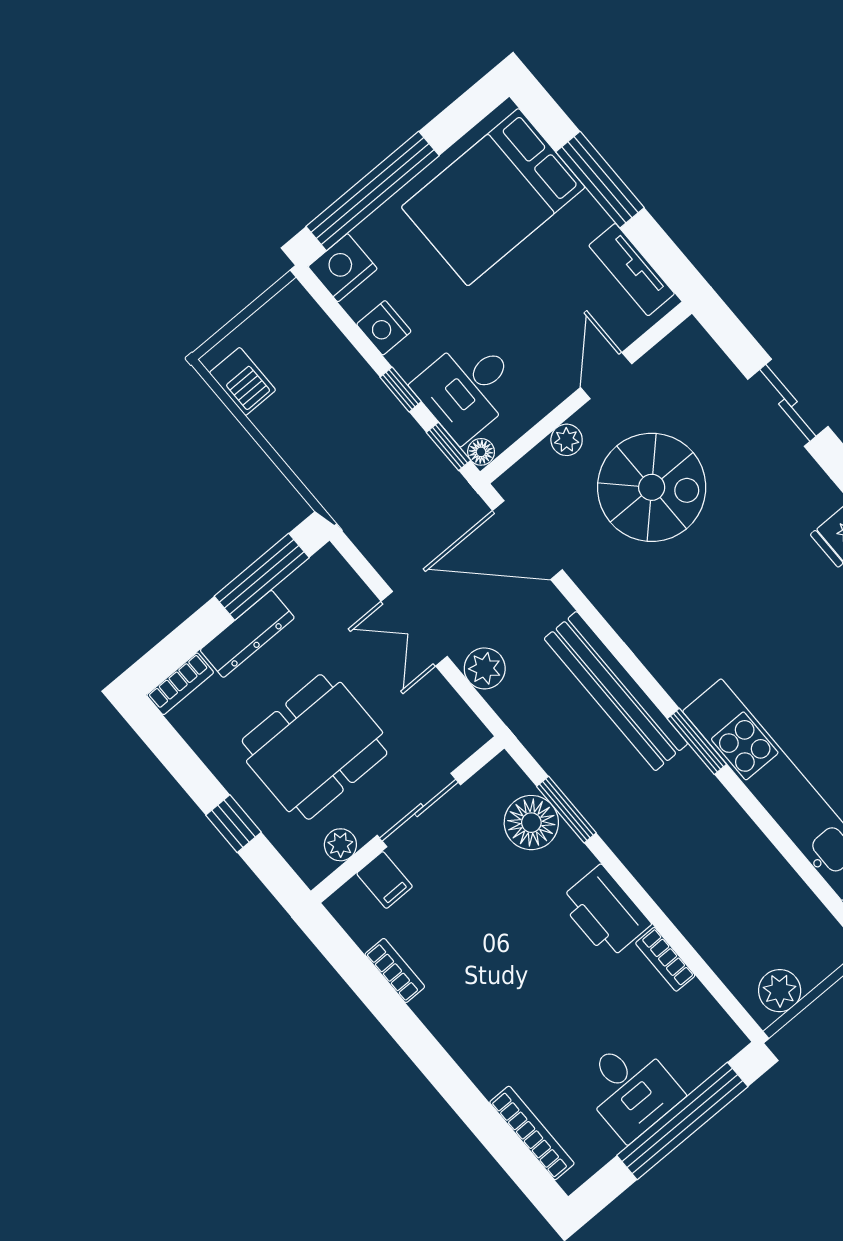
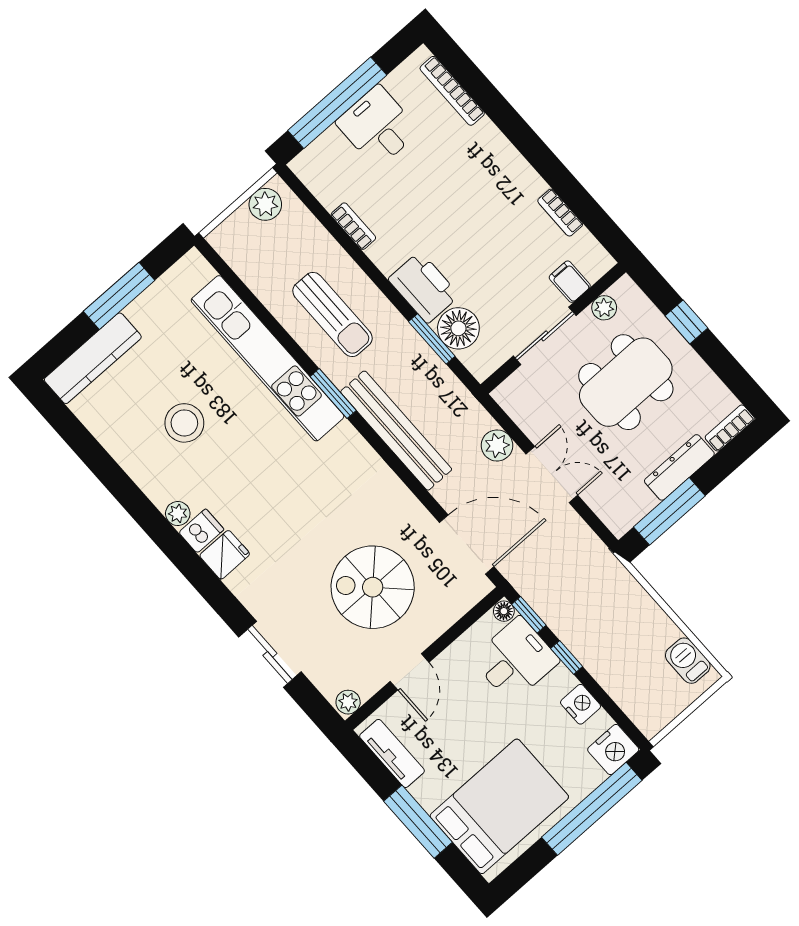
plant: (567, 440) -> (348, 702), moved
sun lounger: (695, 845) -> (332, 314), added
printer: (605, 912) -> (424, 287), moved

